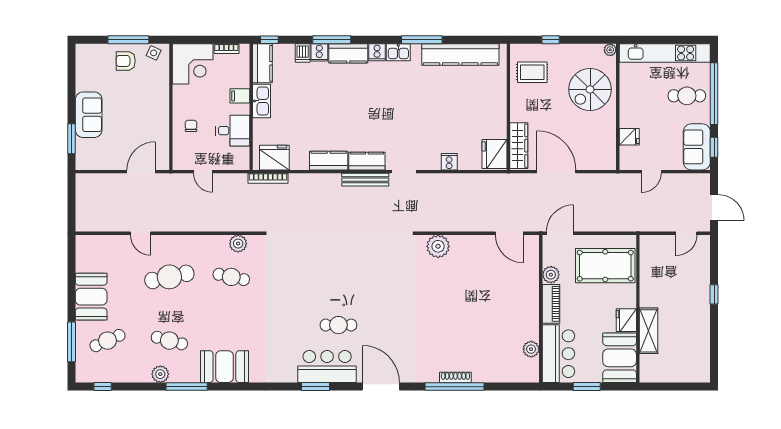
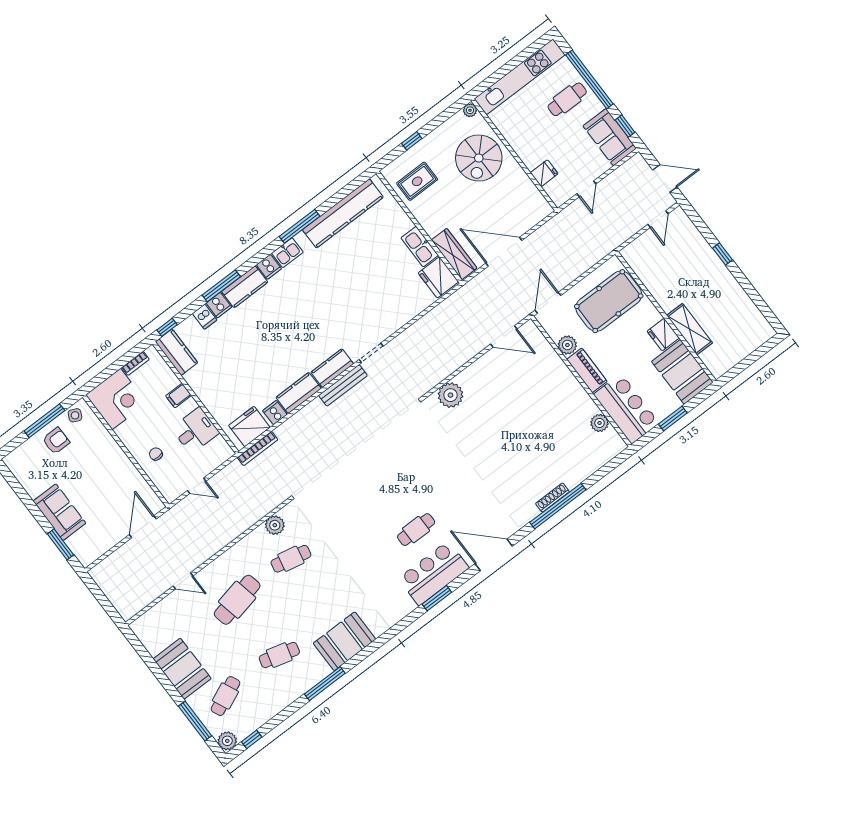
armchair: (126, 61) -> (56, 441), turned 180
kitchen sink: (262, 101) -> (420, 247), moved, turned 180
cooker: (449, 162) -> (275, 413), moved
plant: (160, 374) -> (227, 741), moved

